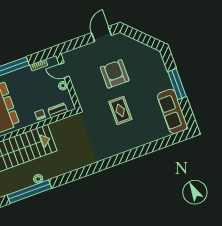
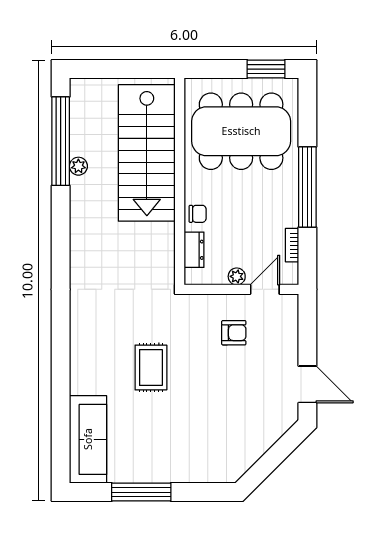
armchair: (115, 74) -> (234, 333), moved, width x0.53, depth x0.53
window: (177, 84) -> (141, 492), moved
rug: (120, 110) -> (151, 367), turned 90
sofa: (172, 111) -> (88, 439), moved, turned 90

